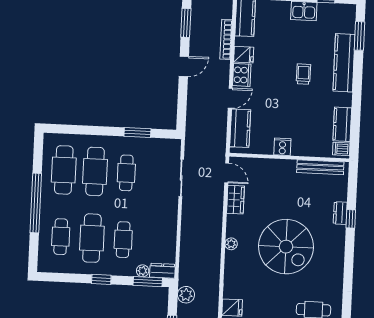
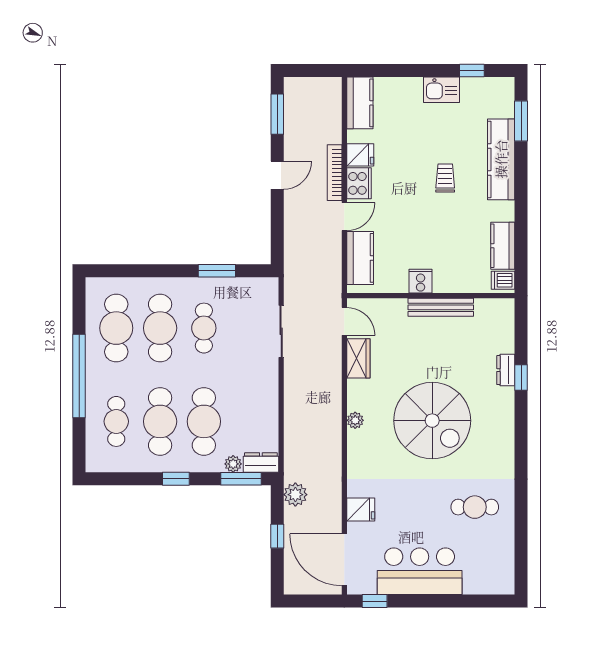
bookcase: (226, 39) -> (335, 173), moved
bench: (320, 167) -> (441, 307), moved
cafe table: (123, 240) -> (204, 421), width x1.37, depth x1.35

